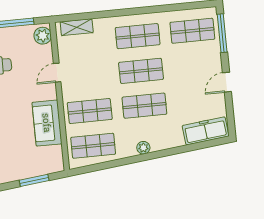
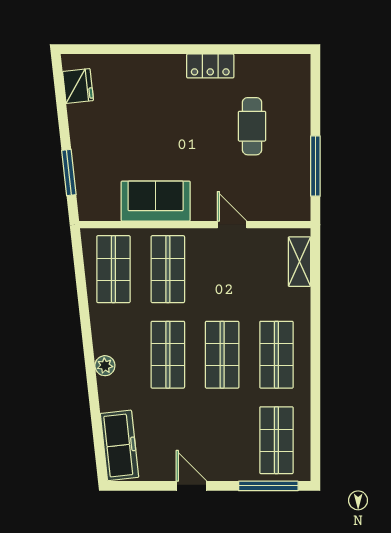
plant: (43, 36) -> (292, 208), removed
plant: (143, 148) -> (105, 366), moved

